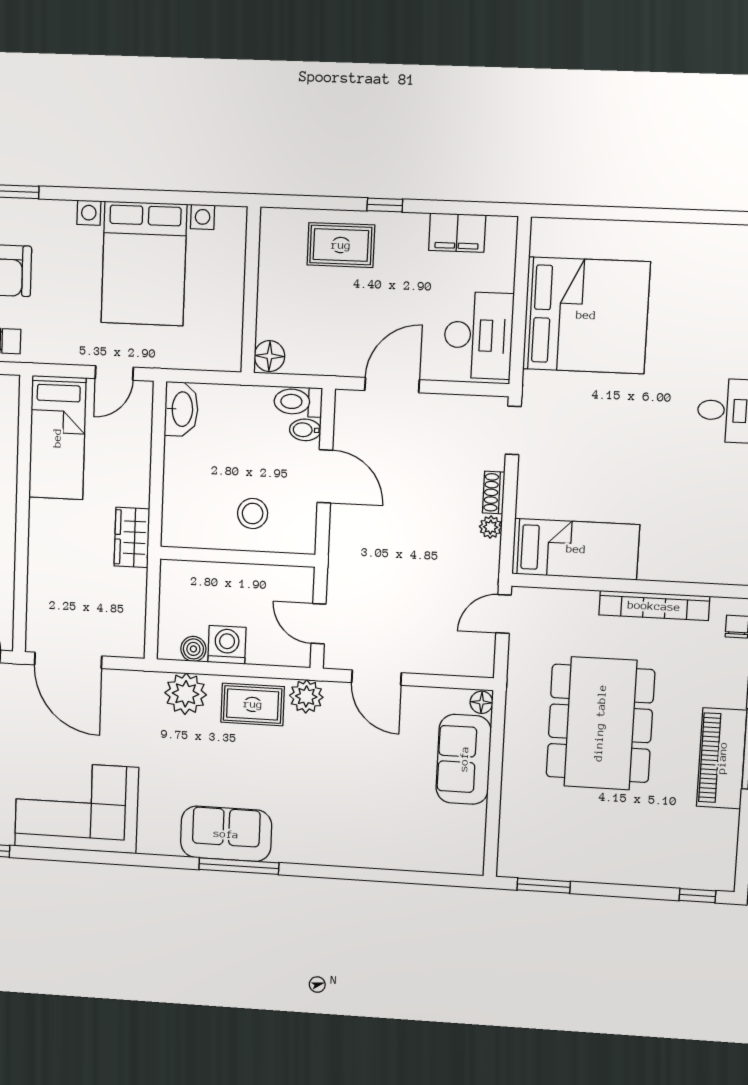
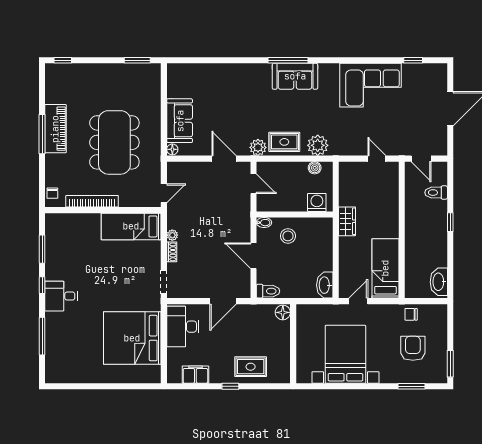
bidet: (305, 430) -> (264, 223), moved
washing machine: (227, 645) -> (317, 202), moved, turned 180
door: (68, 660) -> (377, 159), width x0.53

